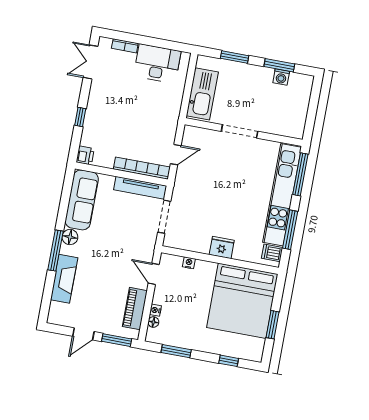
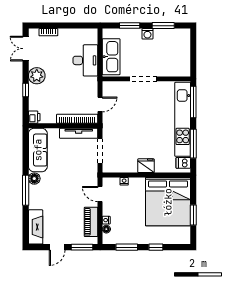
desk: (157, 64) -> (85, 60), moved, turned 90
washing machine: (281, 77) -> (147, 34), moved
plant: (99, 101) -> (37, 76), added
fireplace: (64, 279) -> (36, 227), moved
window: (229, 361) -> (156, 247), moved

